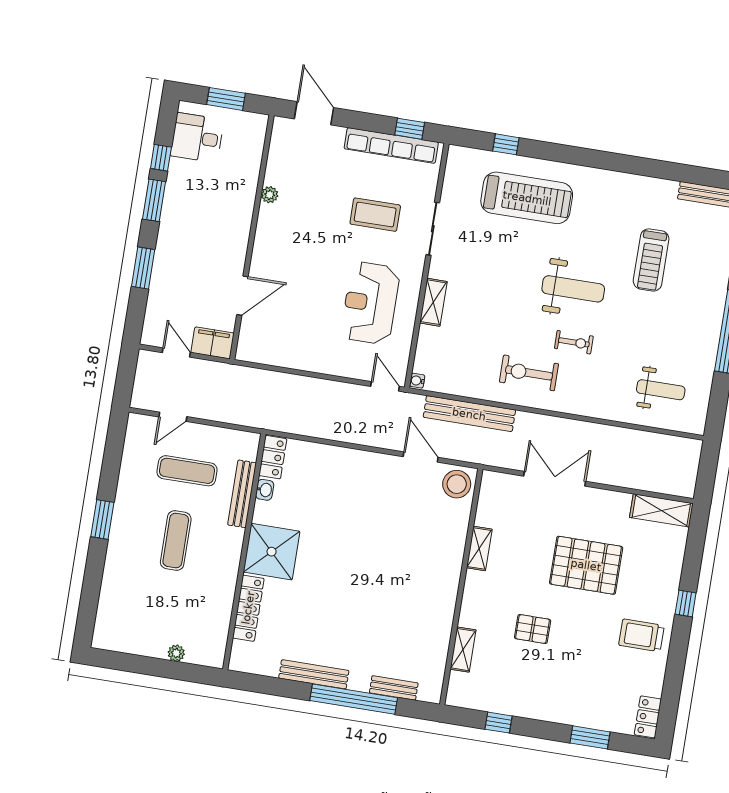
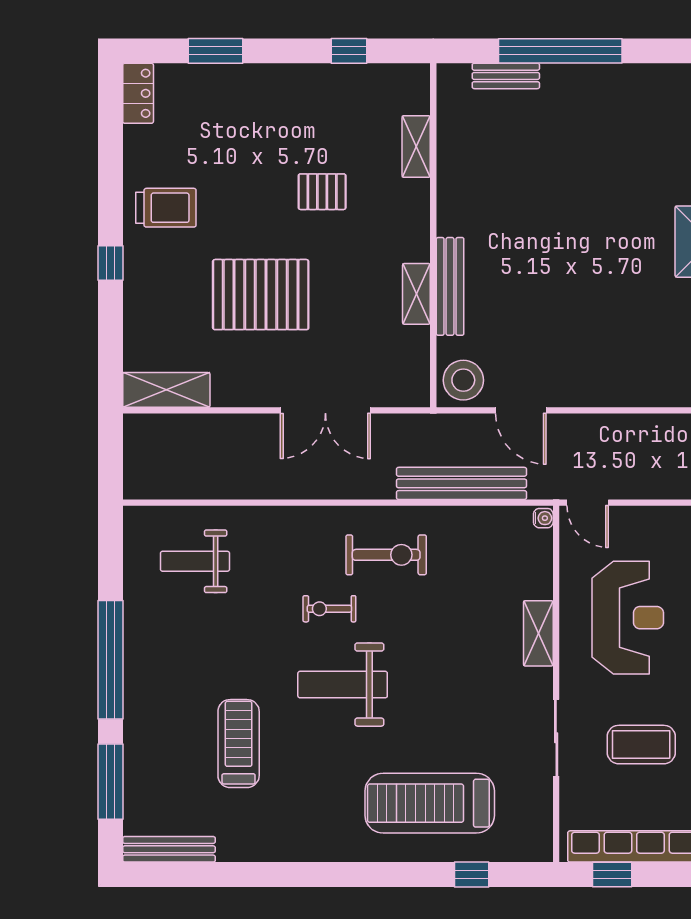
bench: (314, 674) -> (450, 286), moved, turned 90

